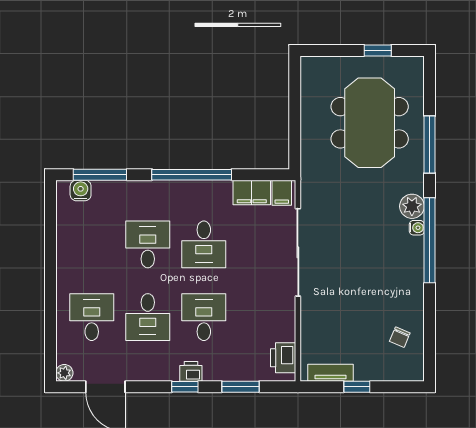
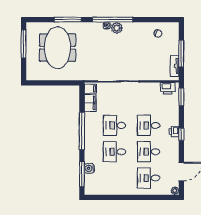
window: (378, 50) -> (24, 44), width x2.17
meeting table: (370, 123) -> (58, 48), turned 90
water cooler: (81, 190) -> (89, 168), moved
plant: (412, 206) -> (117, 28), moved
desk: (204, 244) -> (115, 125), turned 180
desk: (148, 317) -> (149, 152), turned 180
window: (241, 387) -> (181, 97), moved
window: (357, 387) -> (181, 54), width x2.17

